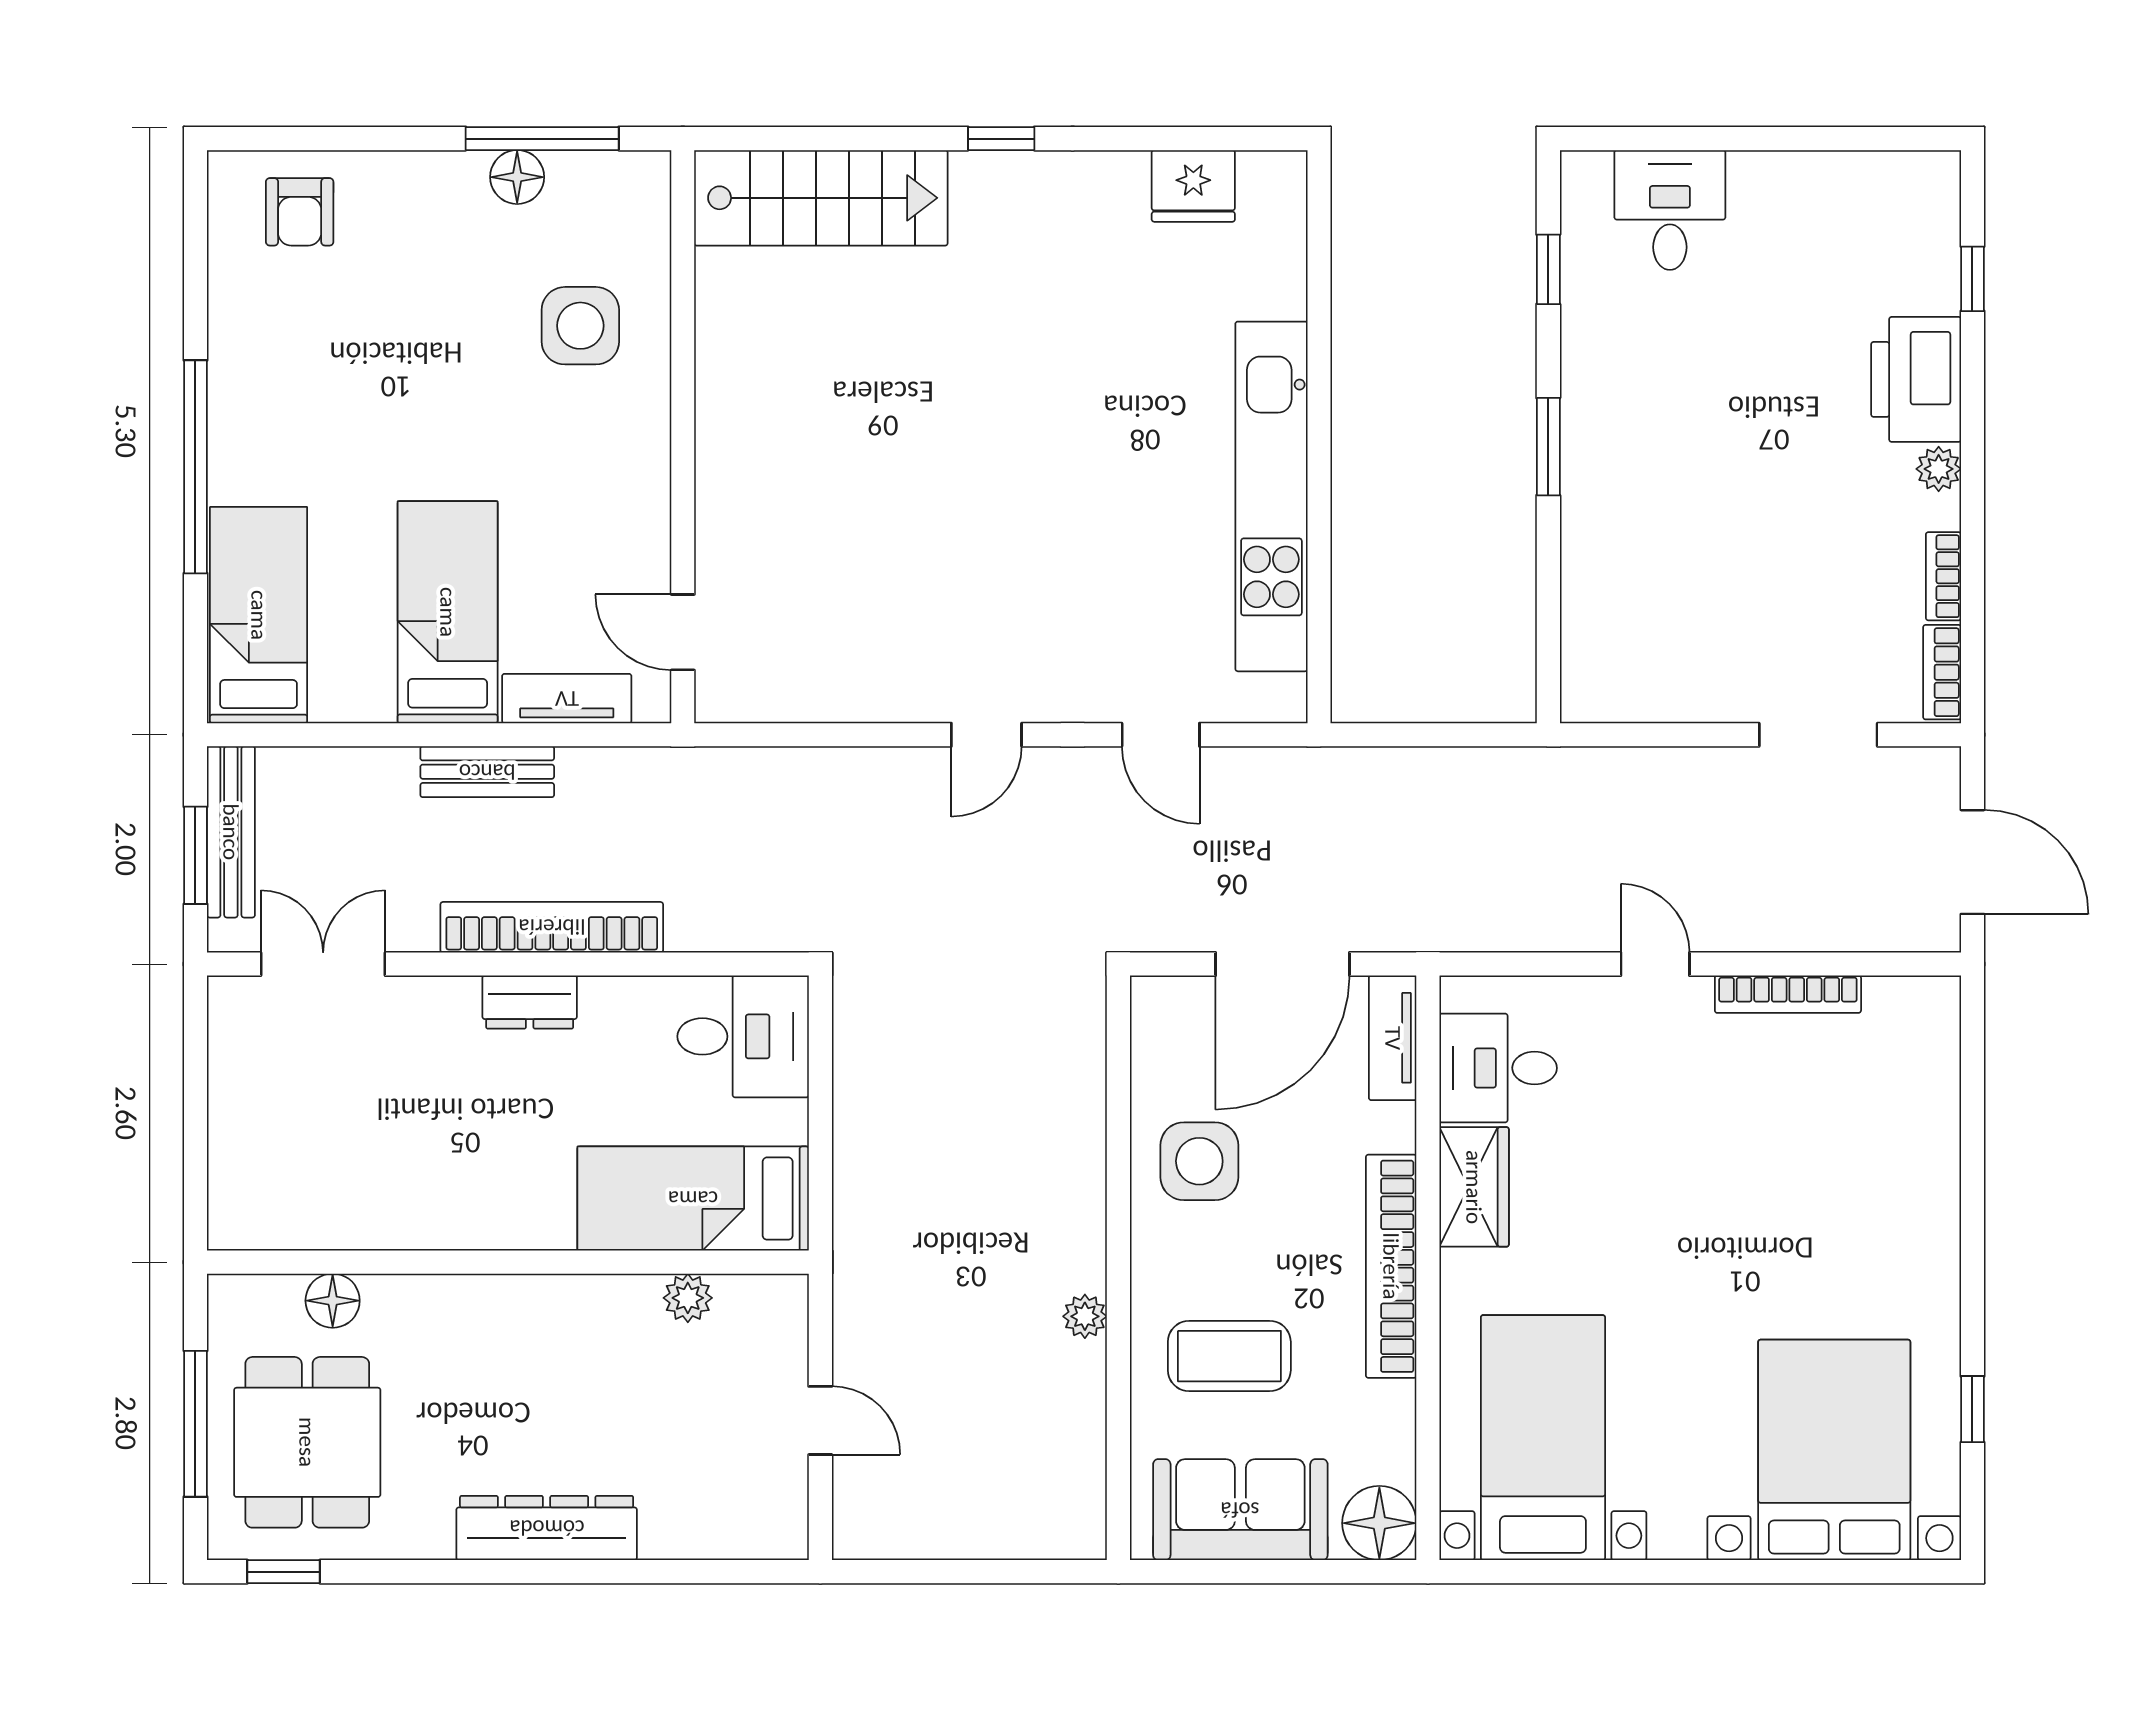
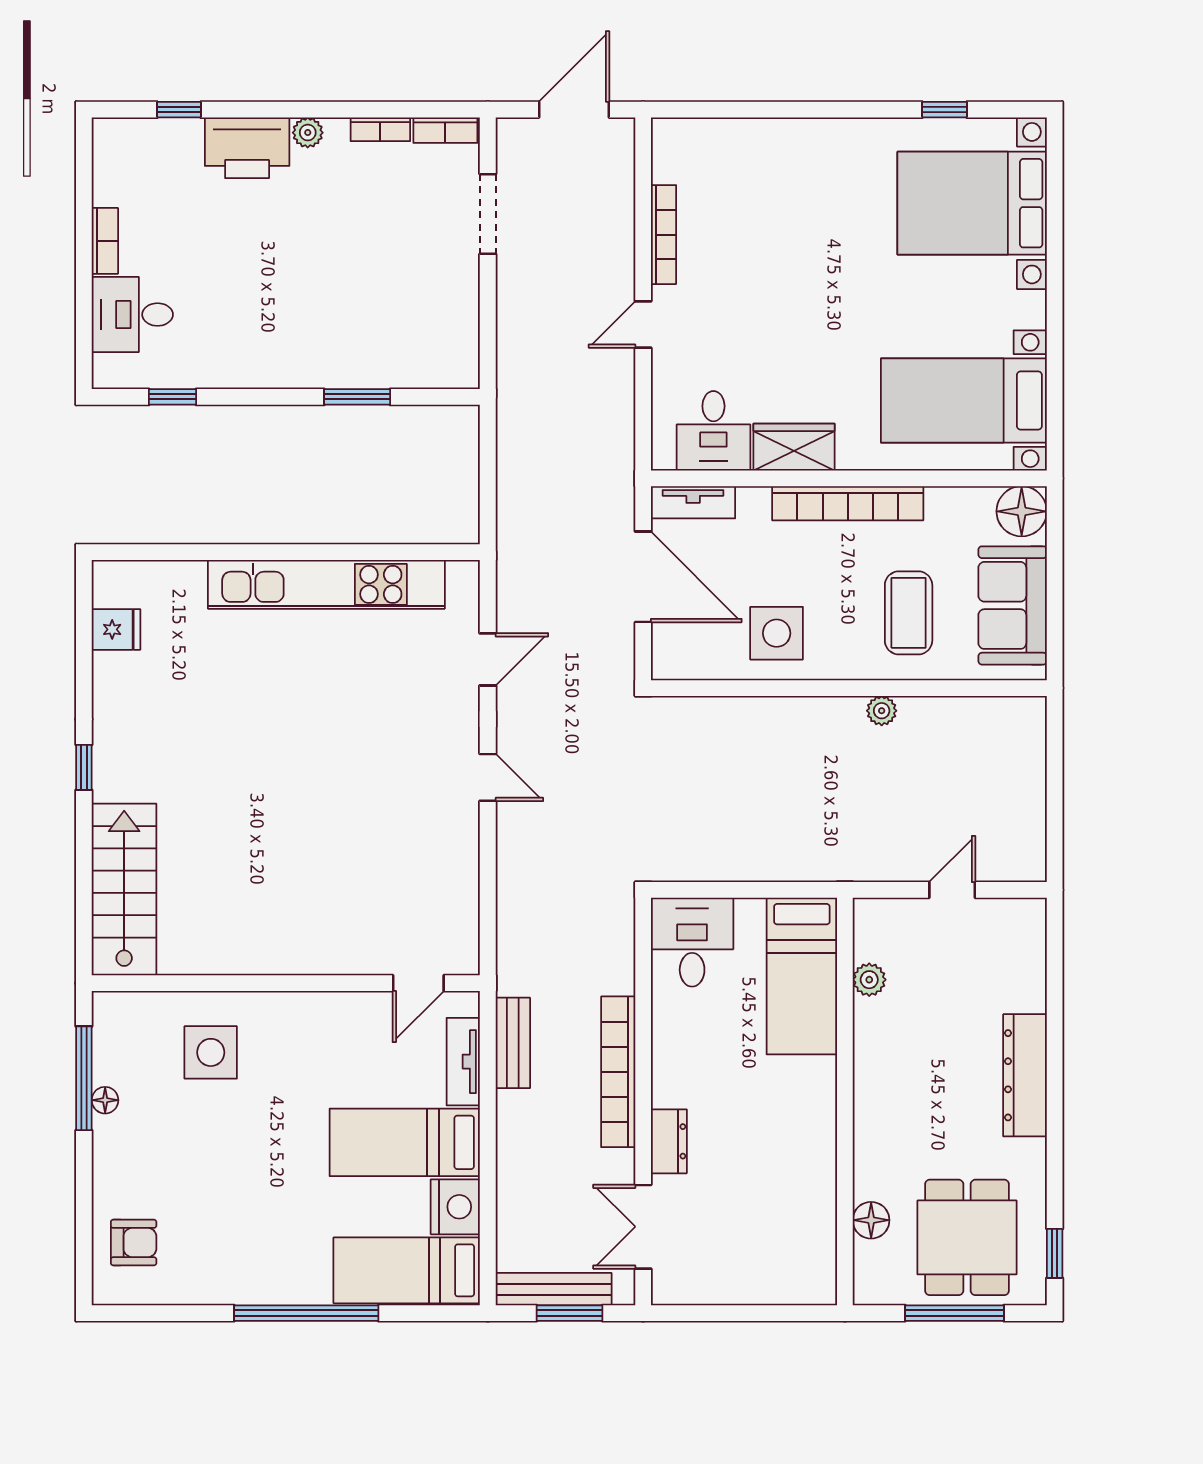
bookcase: (1779, 169) -> (105, 241), added
floor lamp: (517, 177) -> (105, 1100), width x0.73, depth x0.73
fridge: (1193, 186) -> (116, 629), width x0.72
window: (1548, 447) -> (357, 397), moved
nightstand: (352, 687) -> (455, 1207), added
bench: (487, 772) -> (513, 1043), moved
dresser: (530, 1002) -> (669, 1141), moved
dining table: (307, 1442) -> (967, 1237), turned 90

